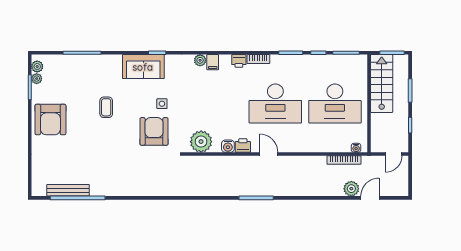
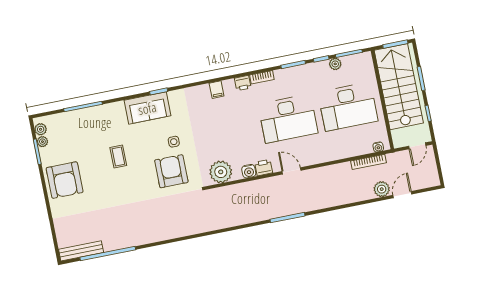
plant: (200, 60) -> (335, 64), moved
stairs: (382, 83) -> (399, 87), width x1.36, depth x1.51
bench: (68, 190) -> (81, 251), moved

